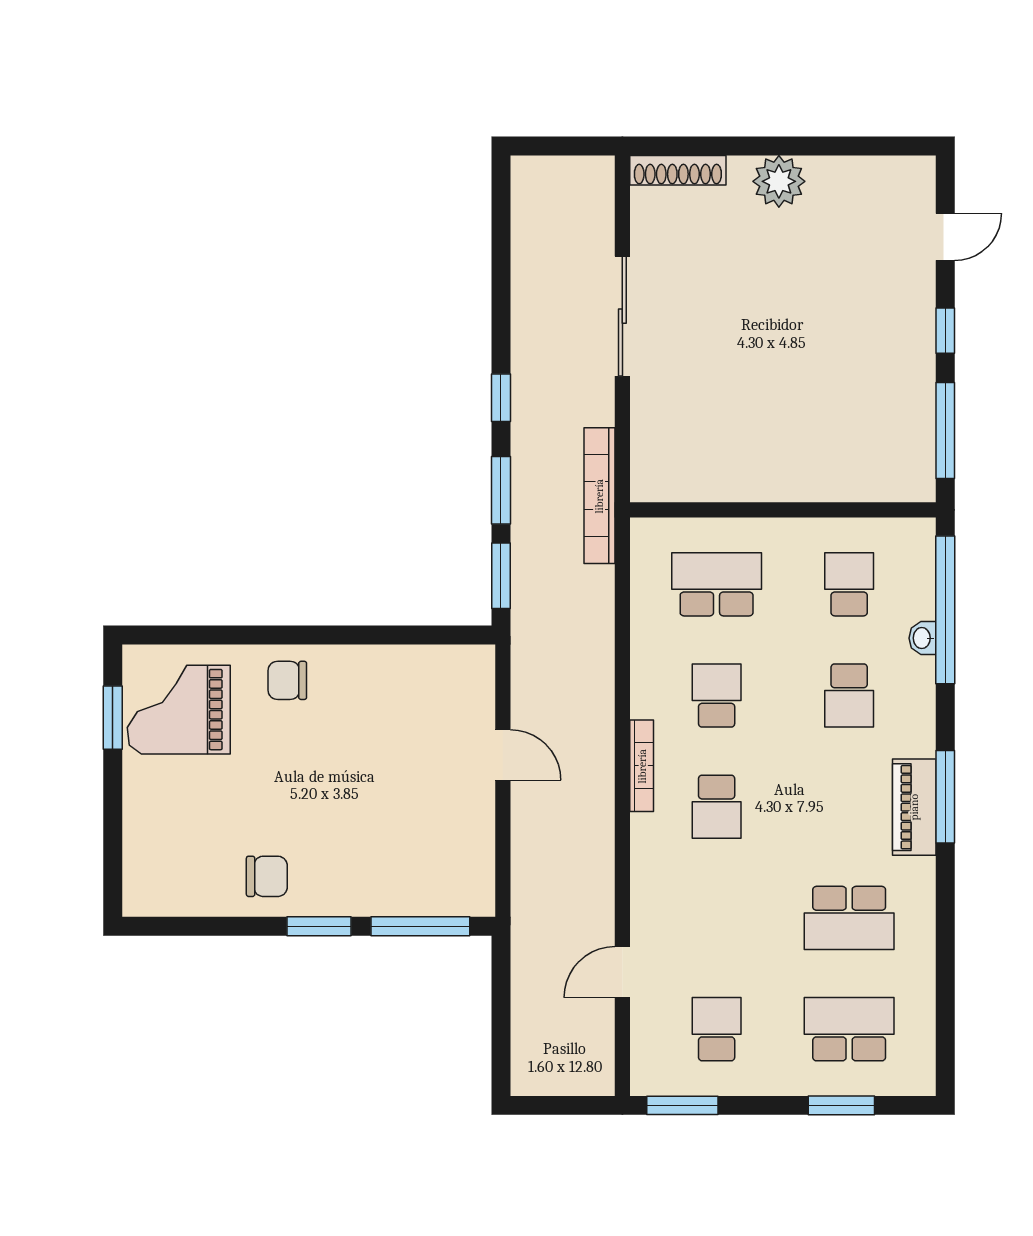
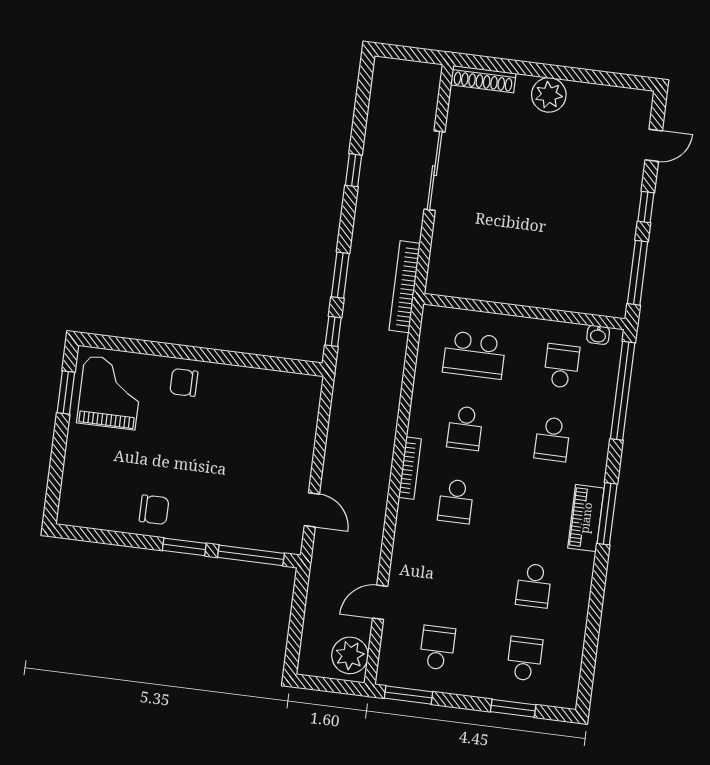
window: (501, 398) -> (354, 170), moved
window: (501, 576) -> (333, 331), width x0.67
school desk: (717, 584) -> (474, 355), turned 180
washbasin: (923, 638) -> (598, 335), moved, turned -90
school desk: (717, 696) -> (465, 428), turned 180
grand piano: (179, 710) -> (110, 393), turned 90
door: (503, 755) -> (312, 510), moved
school desk: (849, 918) -> (534, 586), width x0.54
school desk: (849, 1029) -> (525, 659), width x0.54
plant: (587, 1057) -> (350, 655), added

